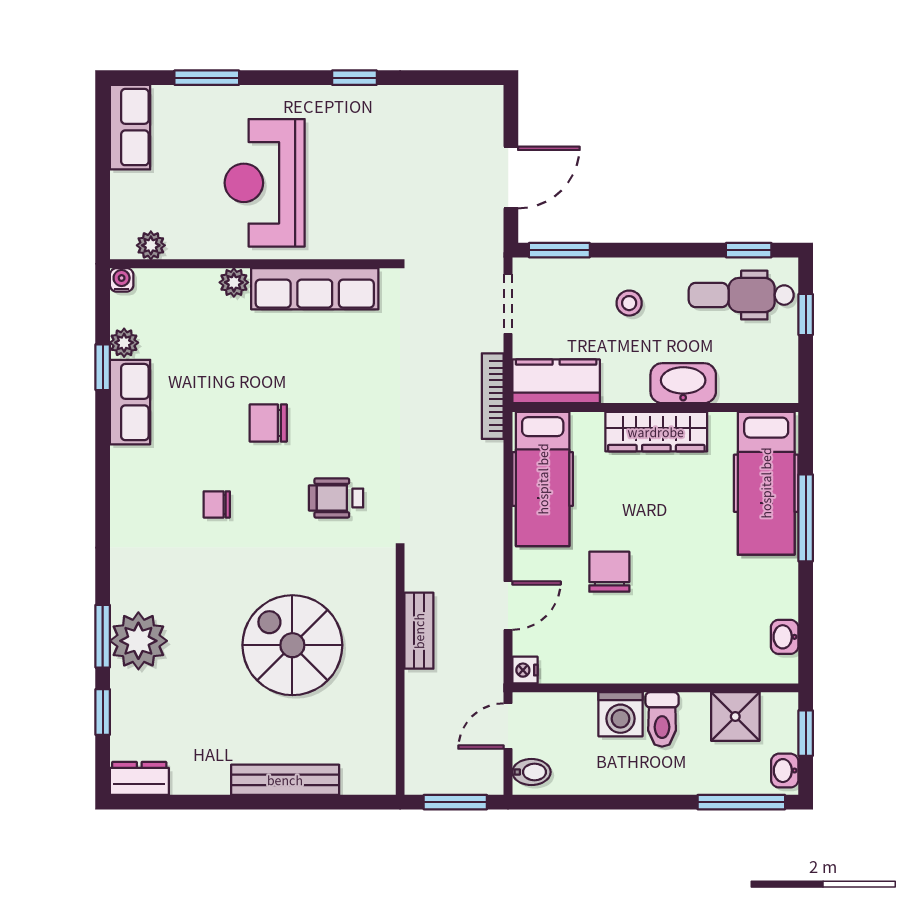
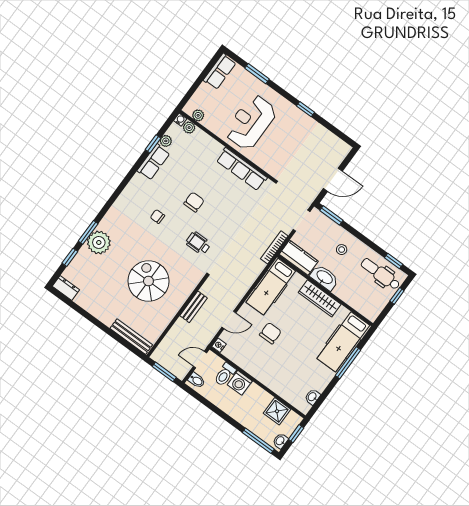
plant: (234, 282) -> (189, 128), moved
washbasin: (683, 383) -> (324, 277), moved
chair: (268, 423) -> (194, 202), turned 90
toilet: (662, 719) -> (225, 375), moved
bench: (285, 780) -> (131, 337), moved

